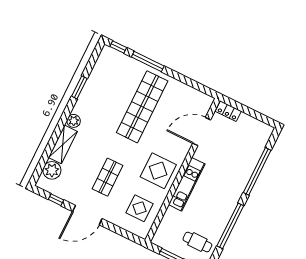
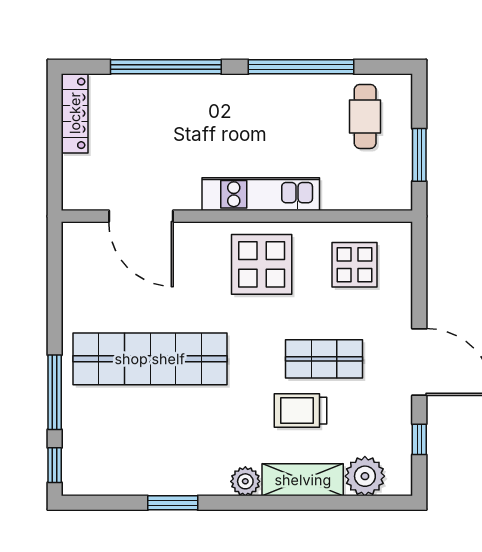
locker: (228, 111) -> (75, 113), moved, width x1.53
trolley: (91, 157) -> (301, 411), added

